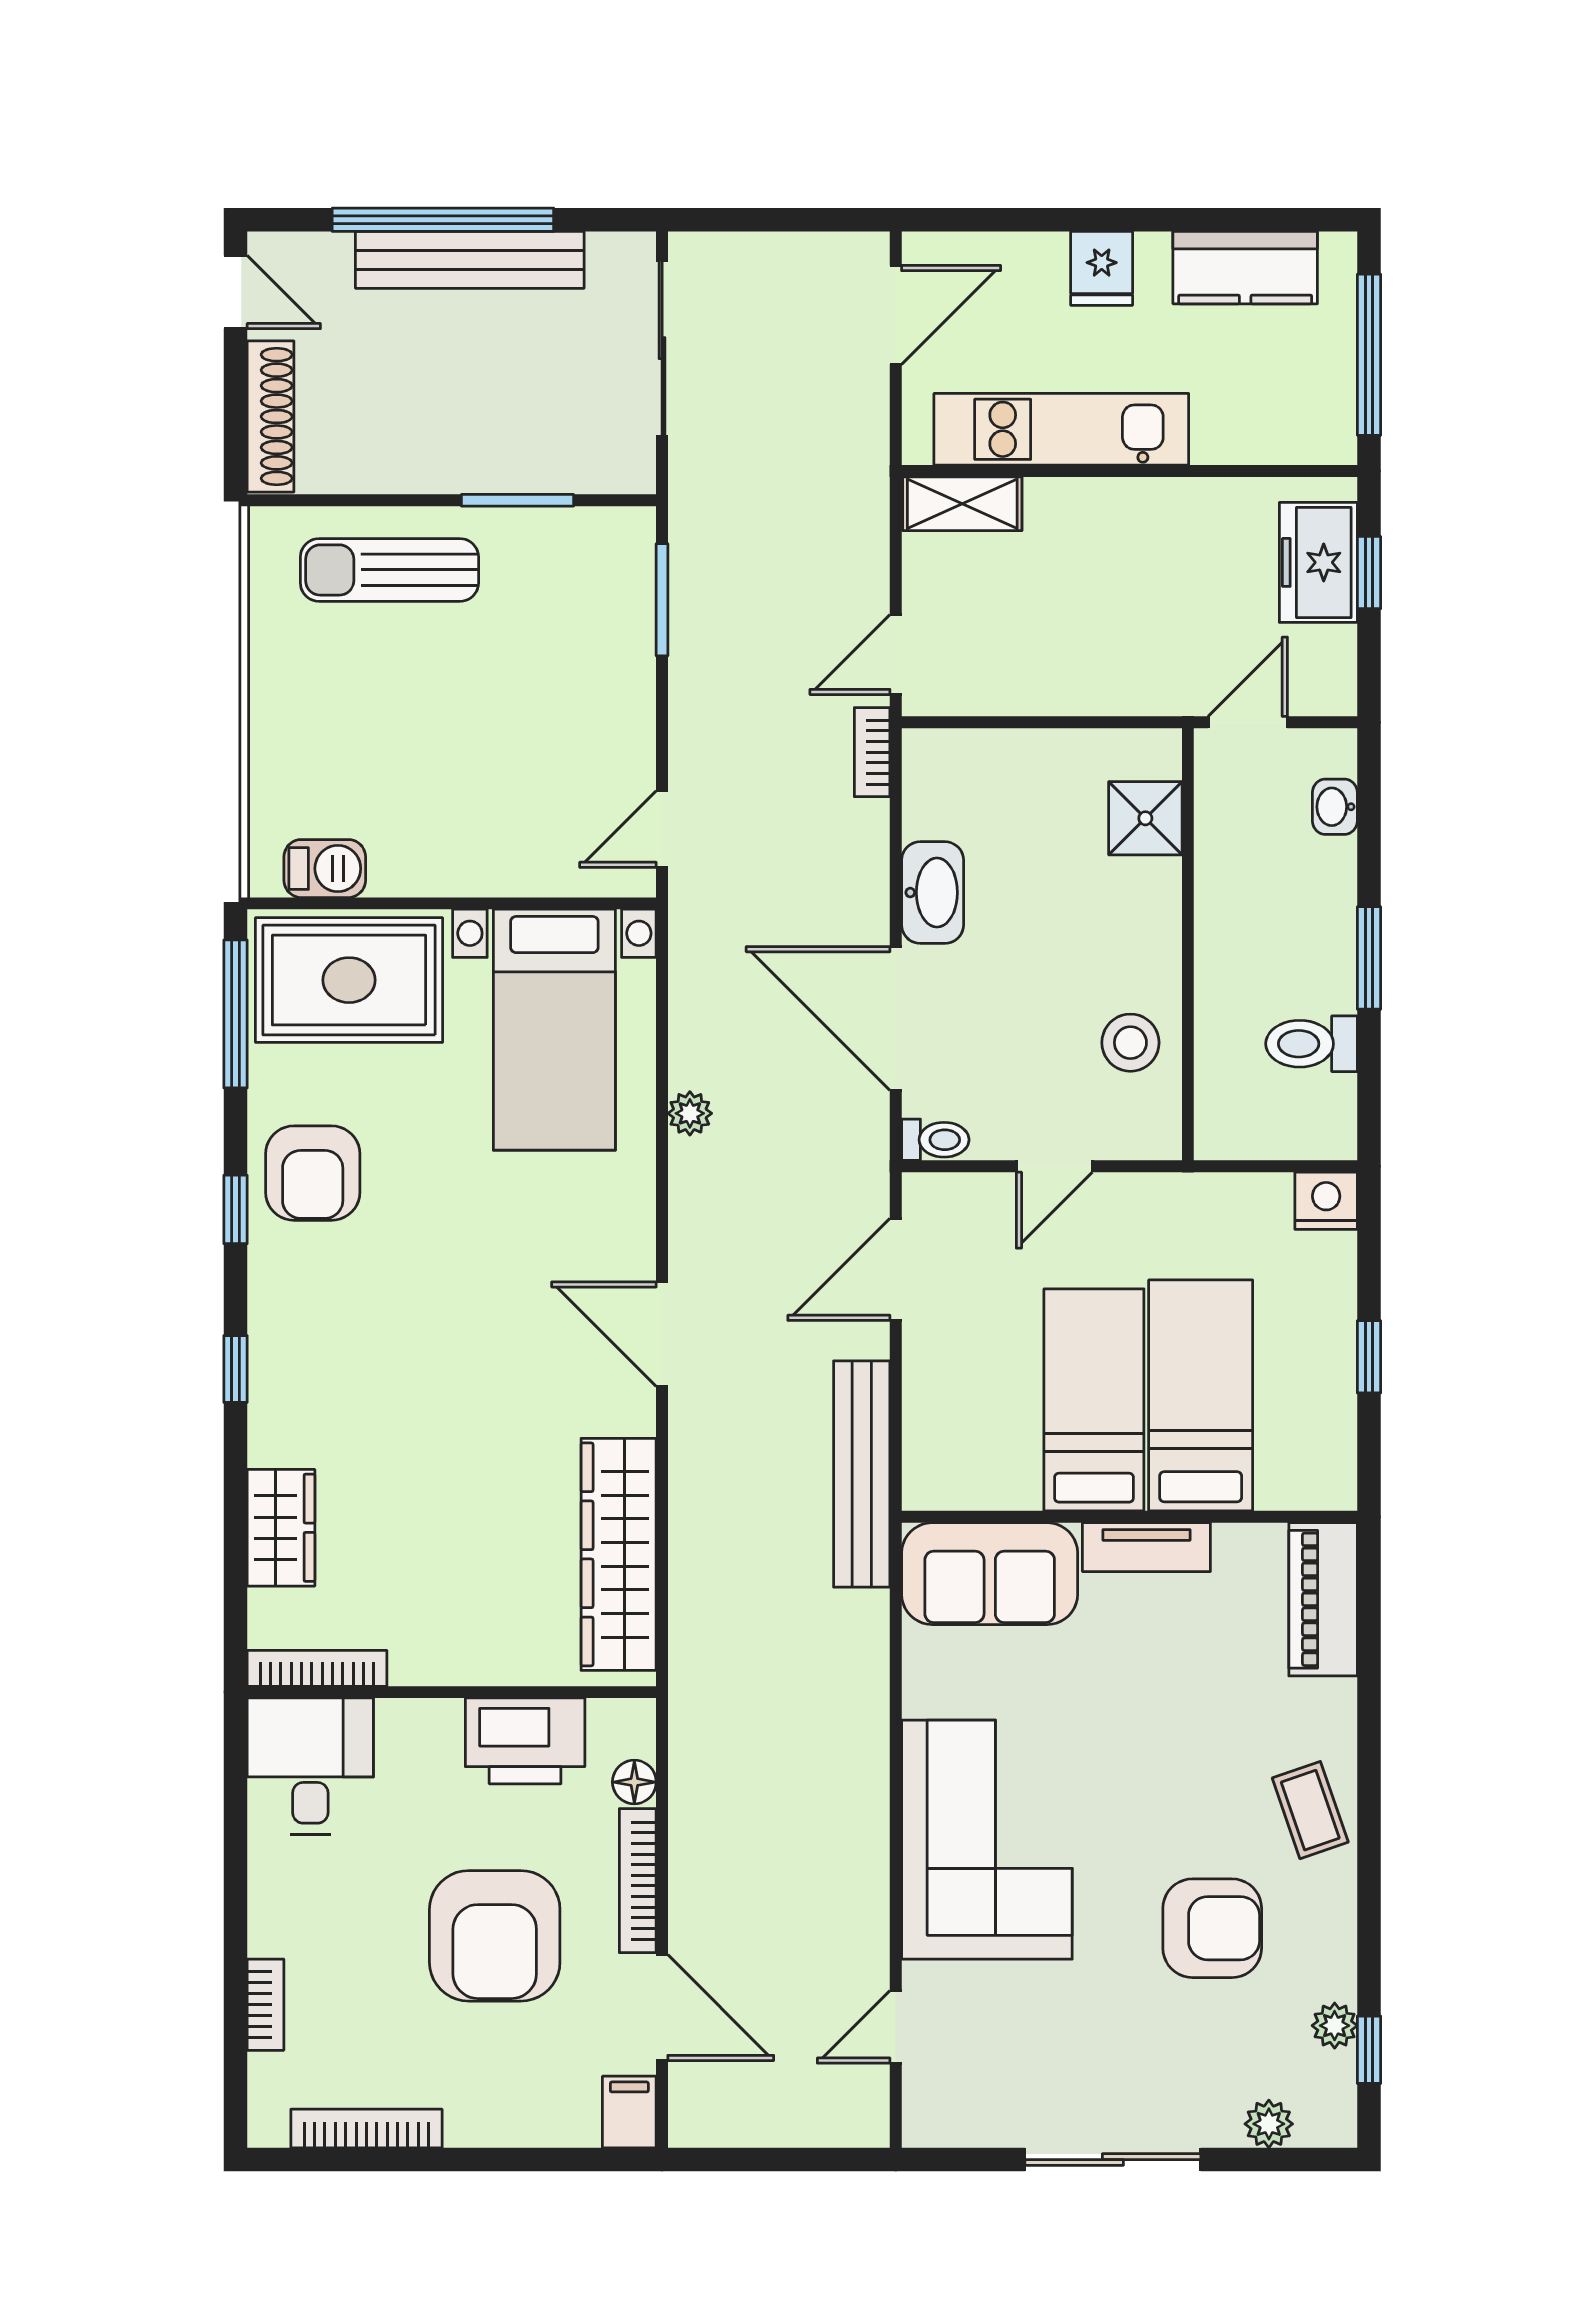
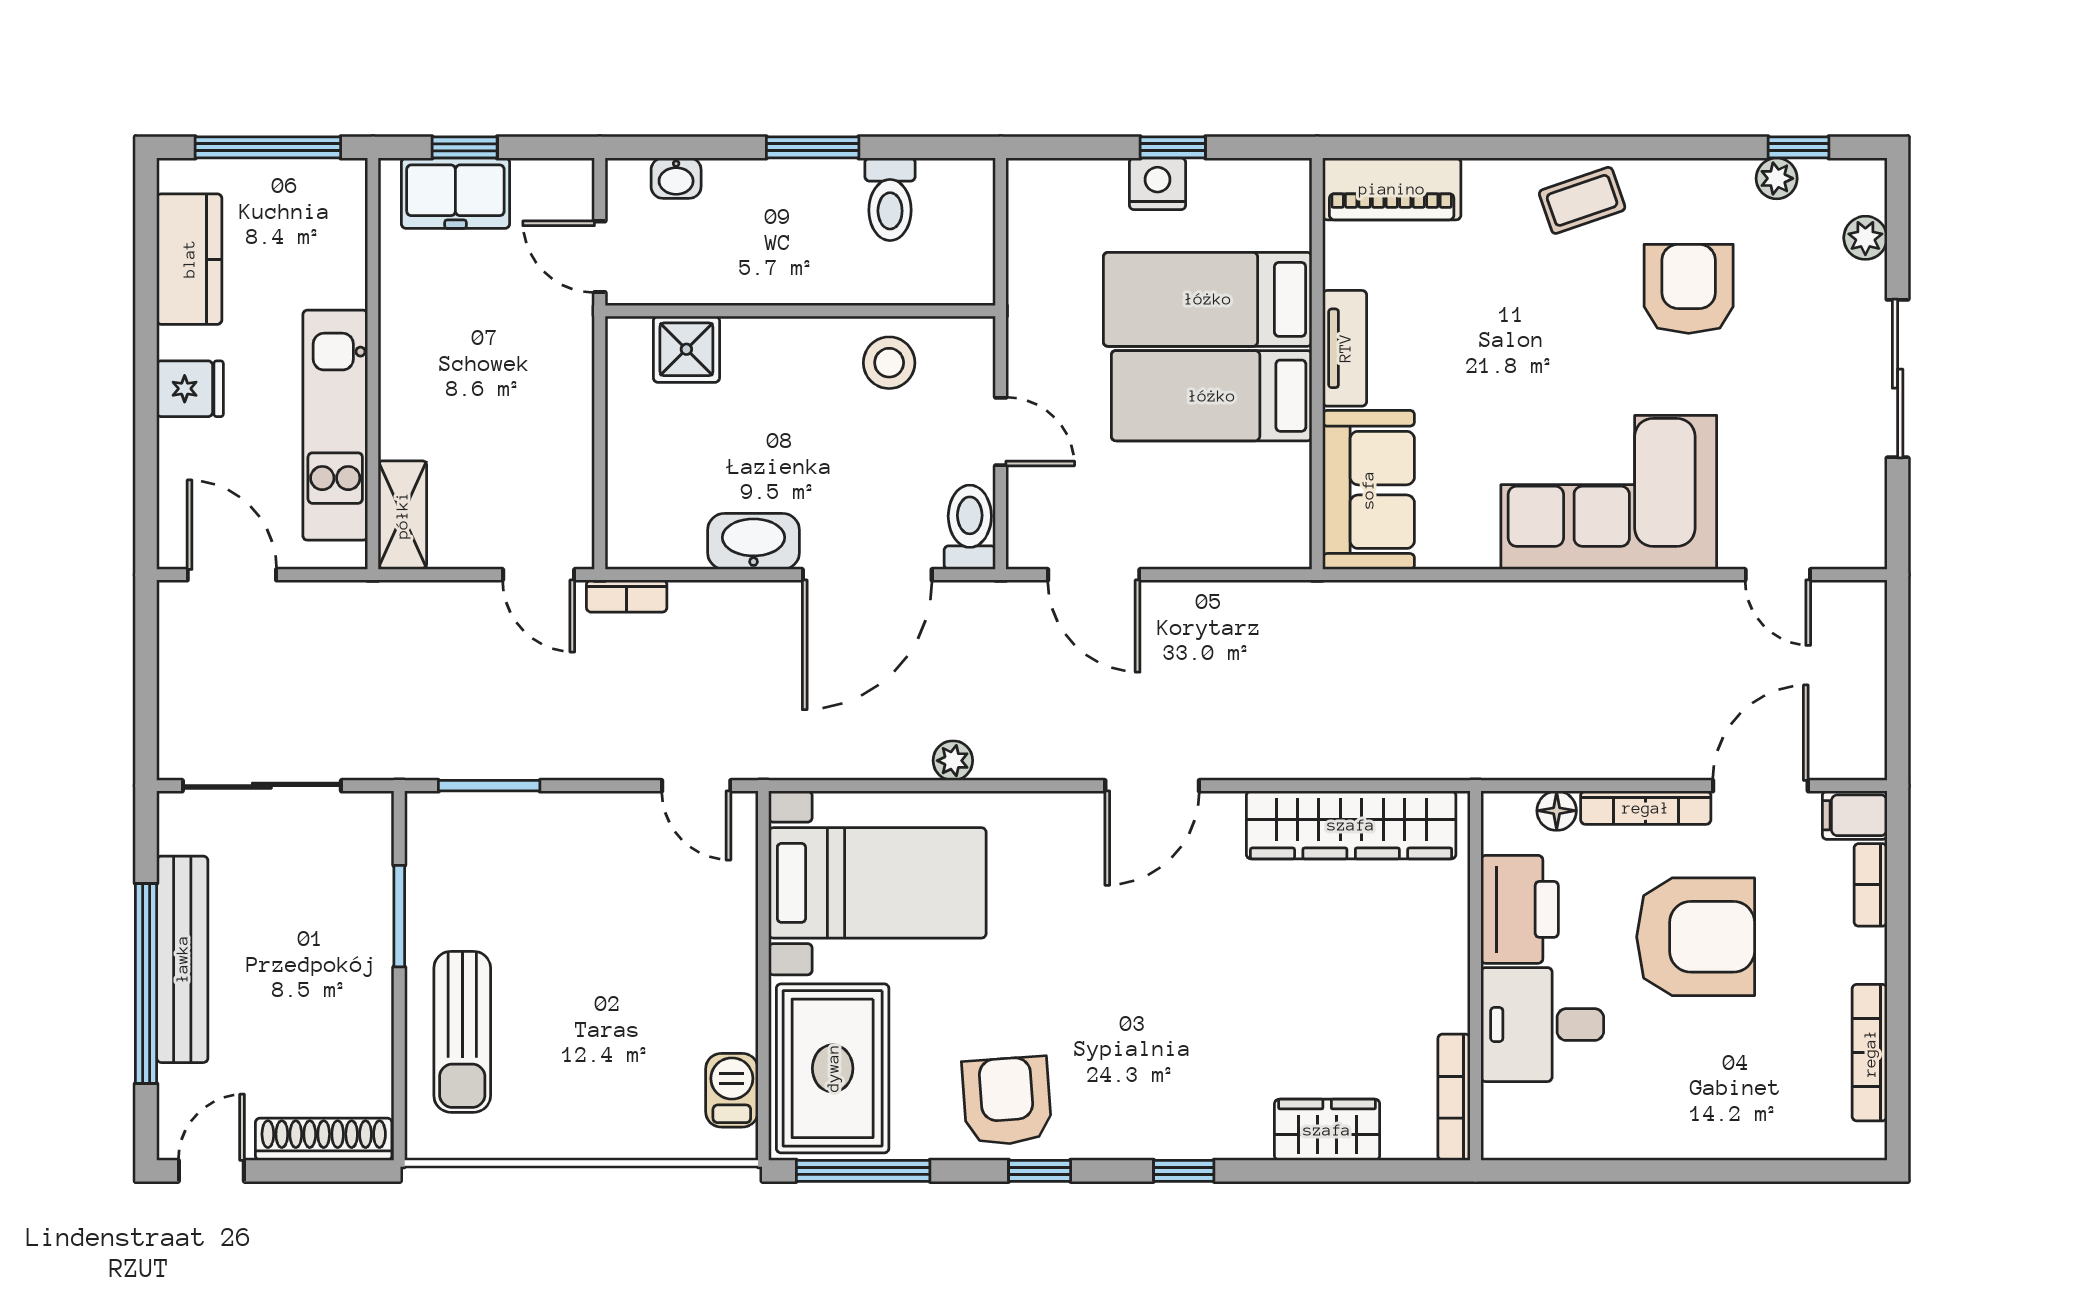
toilet: (935, 1140) -> (970, 527), width x1.37, depth x1.39
armchair: (313, 1173) -> (1007, 1101), turned -94
nightstand: (1326, 1201) -> (1158, 184), moved, turned 90
bench: (862, 1474) -> (1279, 605), removed
desk: (310, 1766) -> (1542, 1025), moved
bookcase: (265, 2005) -> (1871, 885), moved, turned -90

